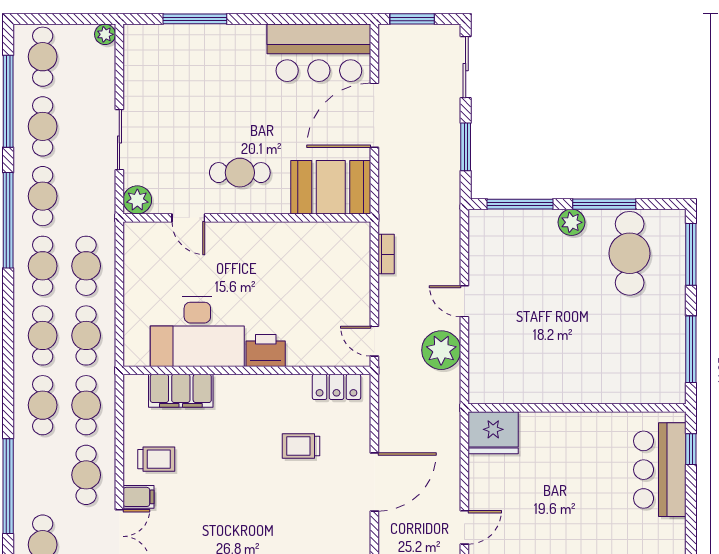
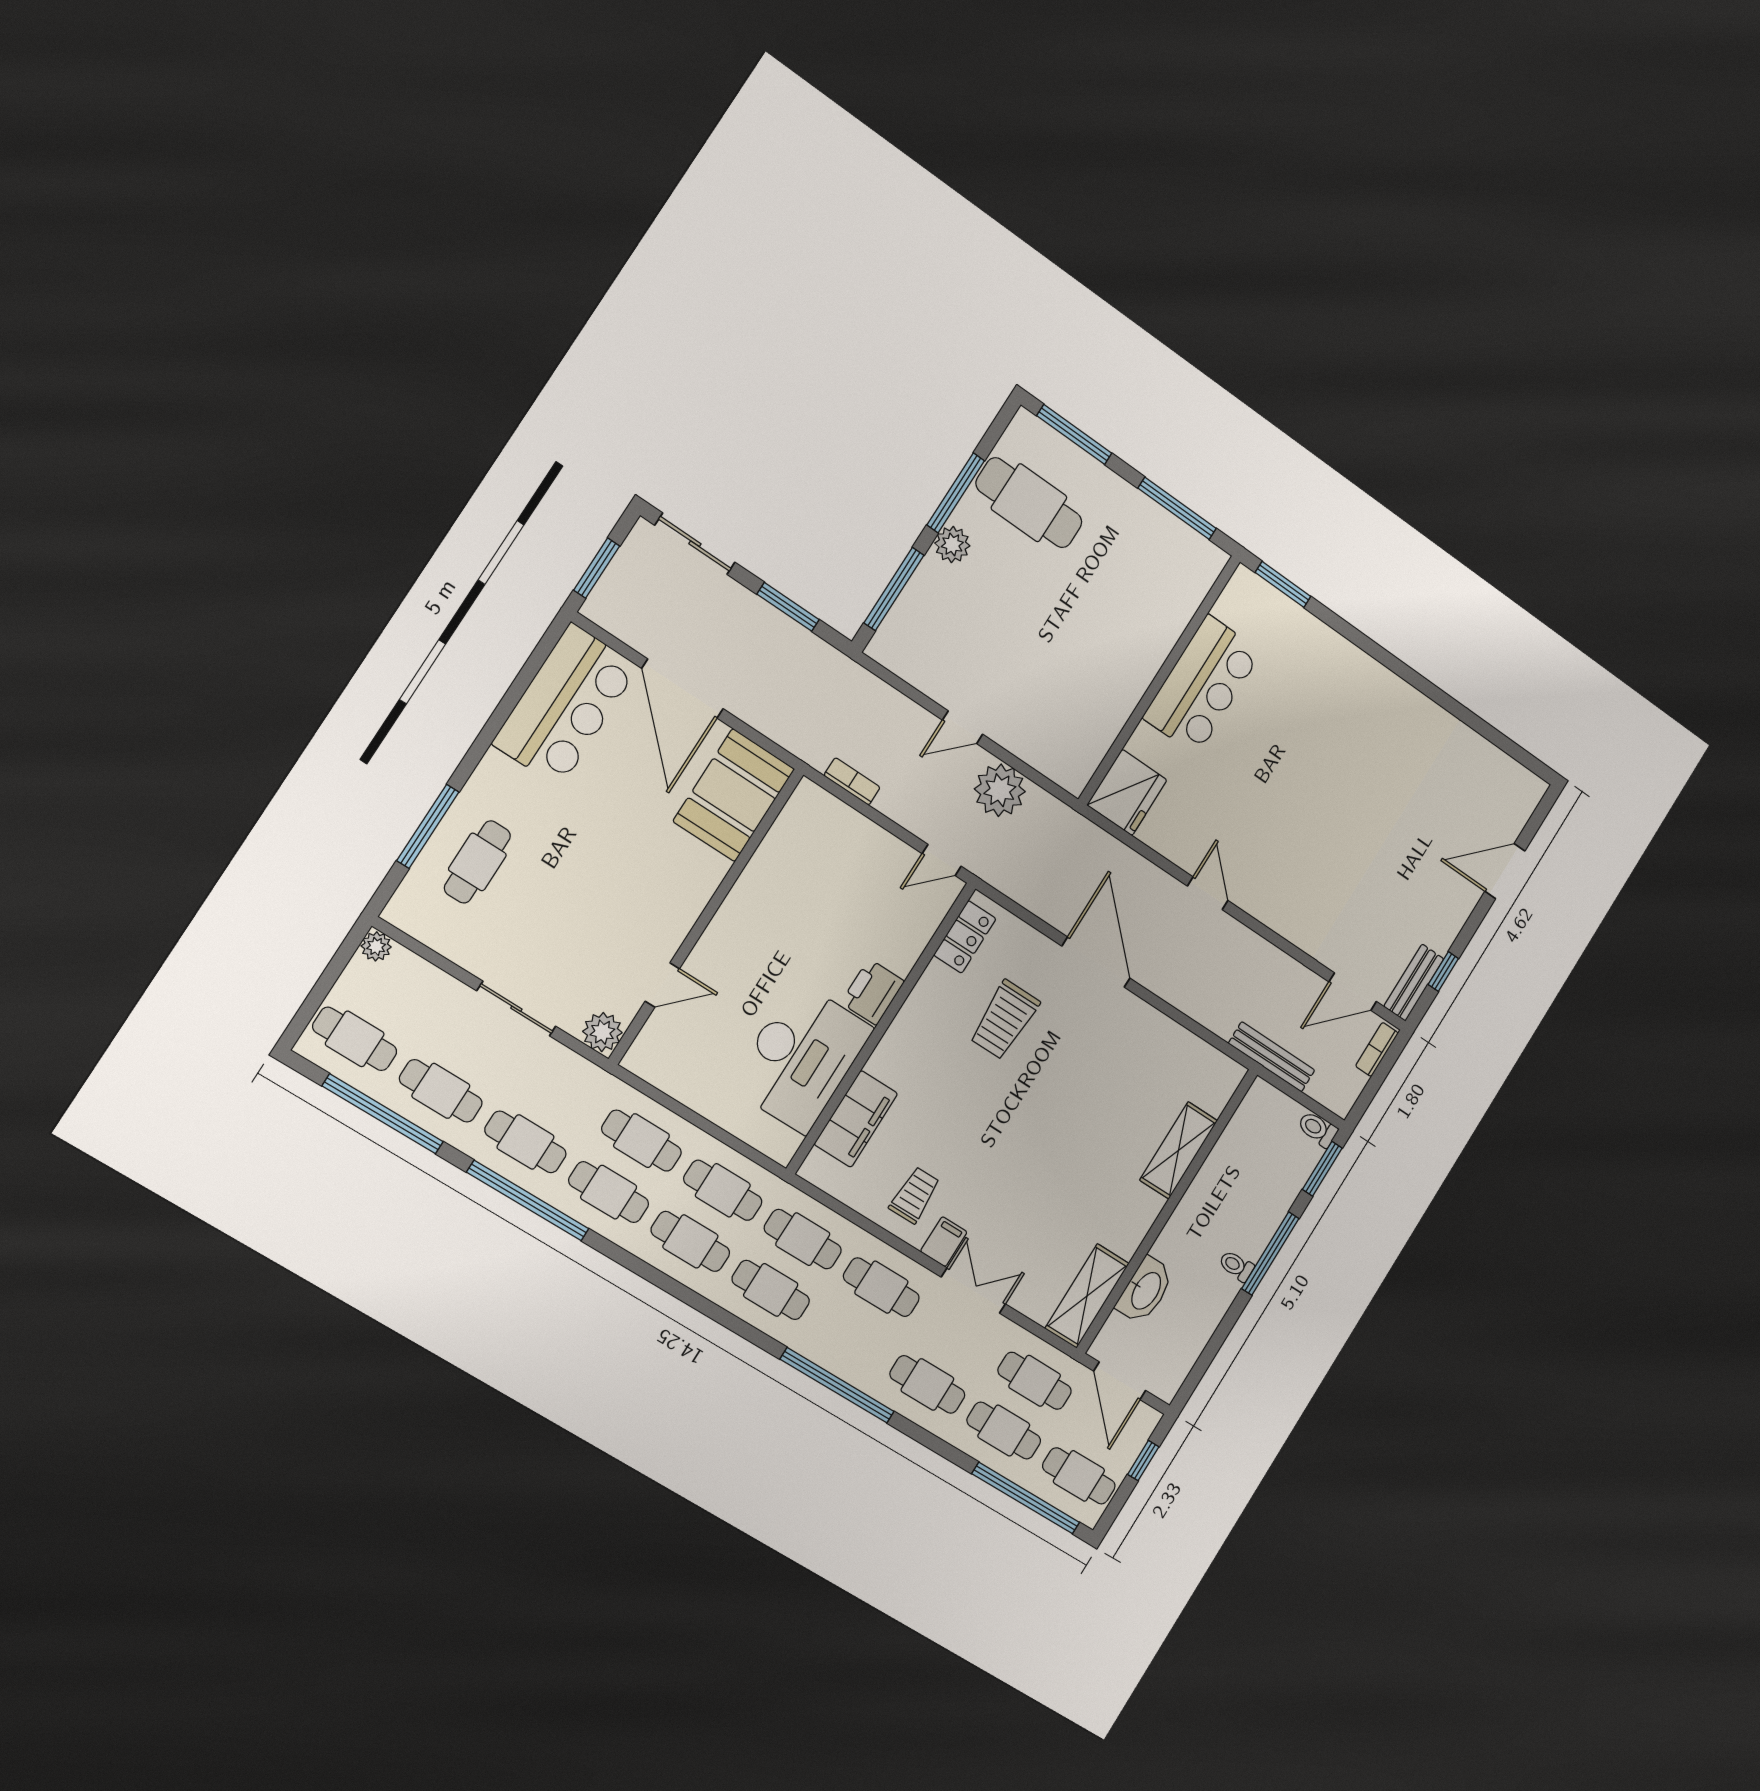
cafe table: (240, 173) -> (477, 862), moved
trolley: (301, 446) -> (1004, 1020), width x1.36, depth x1.39
window: (691, 449) -> (1283, 584), width x1.50
bar counter: (660, 470) -> (1202, 685), moved, turned -90

